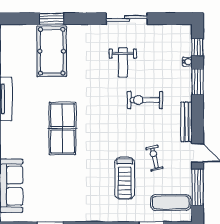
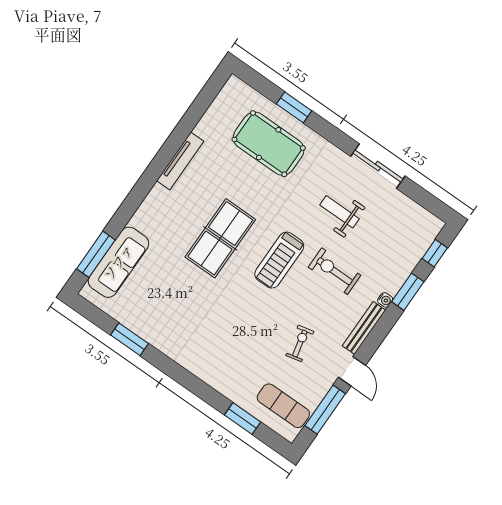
pool table: (52, 51) -> (269, 144), turned 90
weight bench: (123, 62) -> (339, 212), turned 90
water cooler: (187, 62) -> (385, 300), moved
treadmill: (125, 178) -> (279, 260), moved

